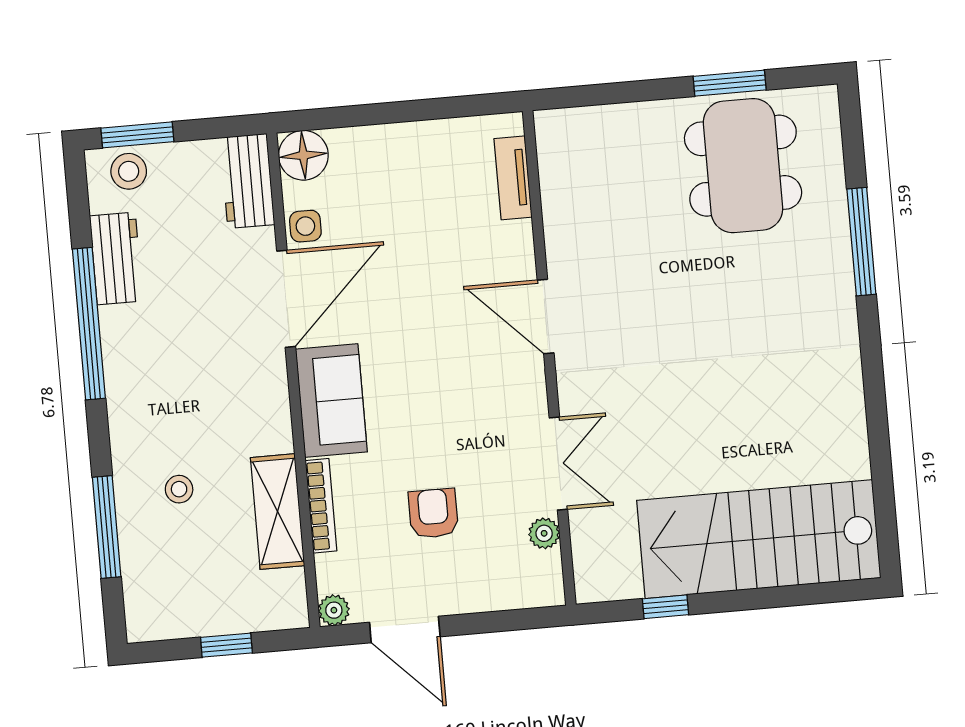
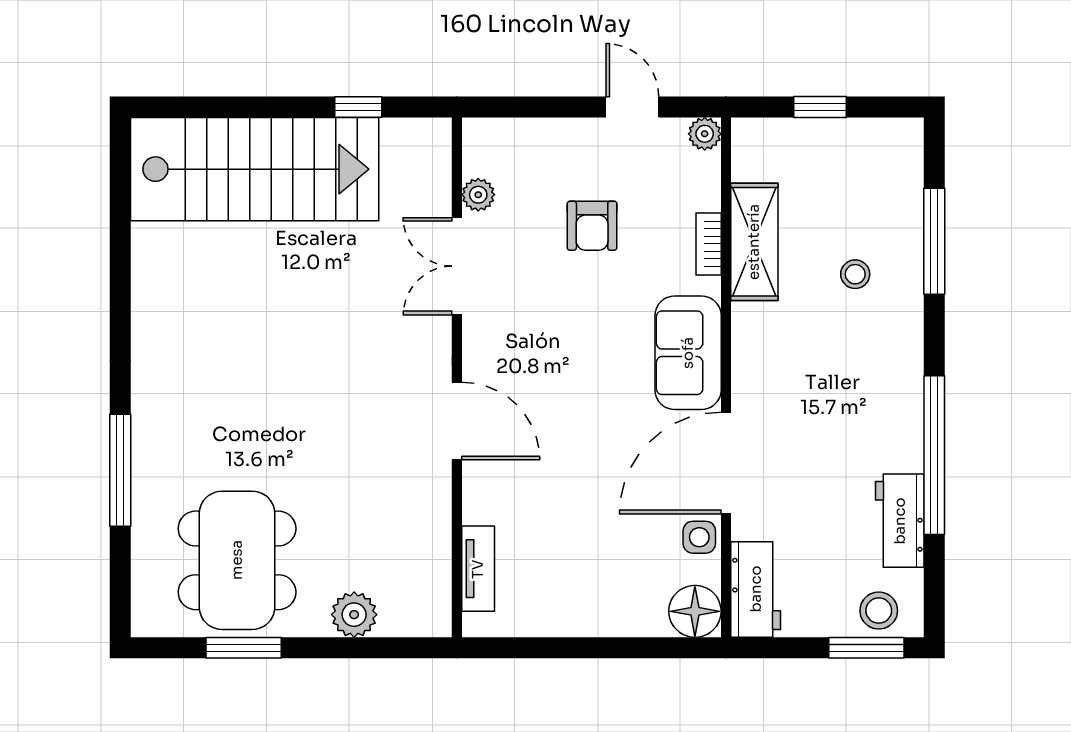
plant: (627, 124) -> (354, 615), added
bookcase: (321, 506) -> (709, 244), width x0.64
door: (405, 630) -> (632, 107), width x0.73

